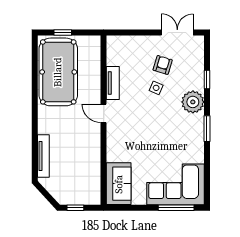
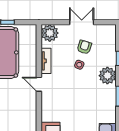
double door: (177, 33) -> (82, 22), moved
plant: (118, 47) -> (50, 33), added

